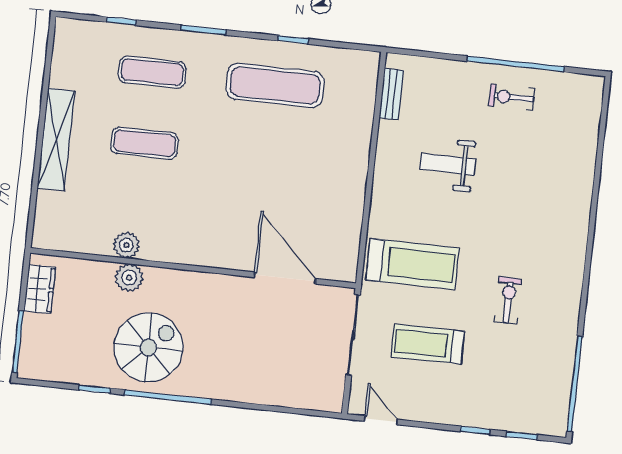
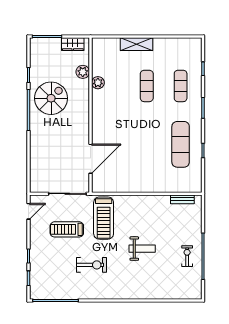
shelving: (56, 139) -> (137, 44), width x0.68
weight bench: (448, 164) -> (142, 249), moved, turned 90
plant: (129, 278) -> (83, 72), moved
exercise bike: (508, 300) -> (91, 265), width x1.38, depth x1.39
treadmill: (428, 344) -> (67, 229), turned -90
spiral stairs: (148, 347) -> (51, 98), turned -90

